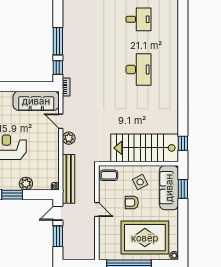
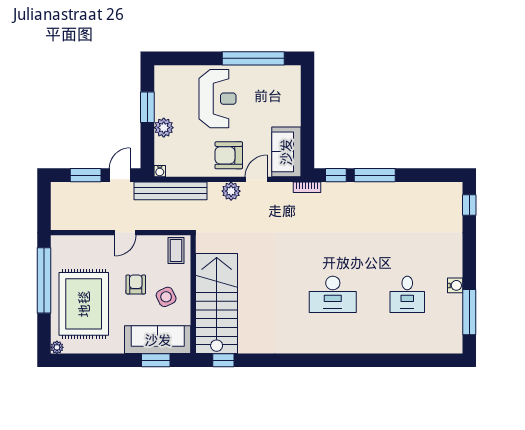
sofa: (36, 101) -> (286, 152), width x0.73
armchair: (45, 140) -> (229, 155), added
door: (58, 213) -> (120, 175), hinge flipped

